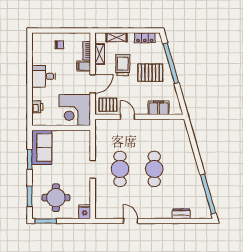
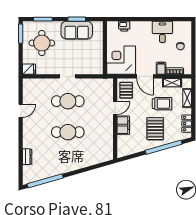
desk: (44, 76) -> (162, 32), moved
filing cabinet: (159, 108) -> (123, 125), moved
sofa: (42, 147) -> (77, 30), moved

